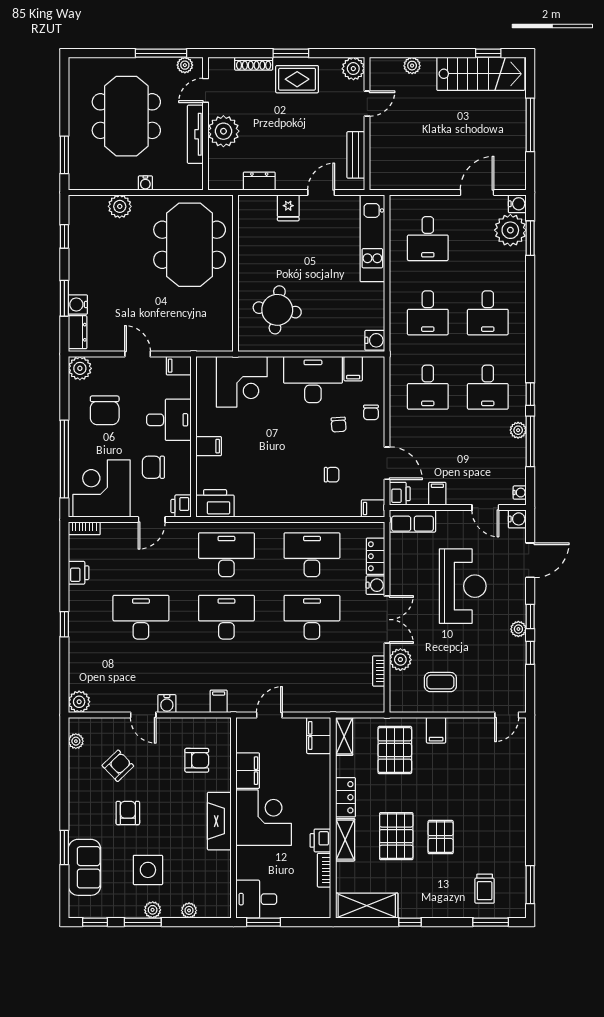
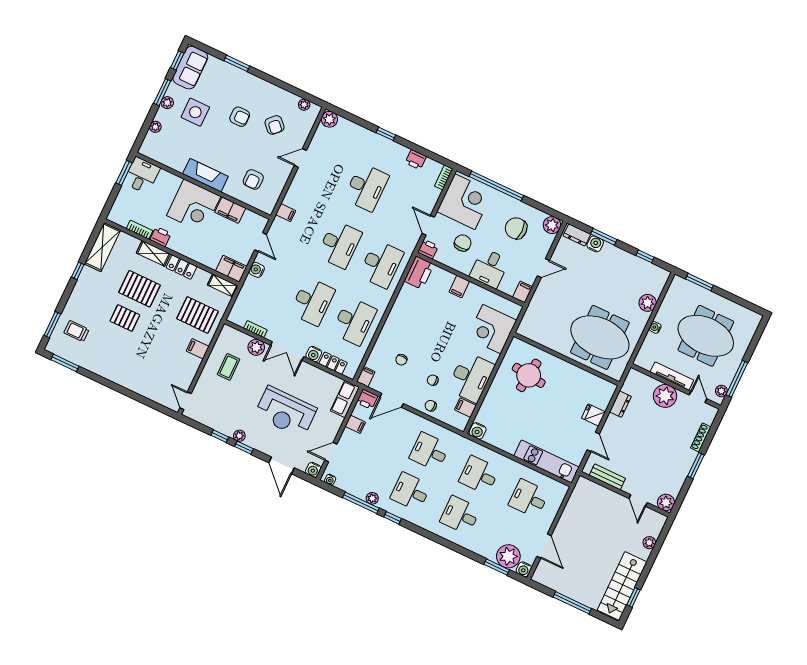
rug: (297, 79) -> (677, 462), removed
water cooler: (167, 704) -> (257, 270), moved
sofa: (84, 867) -> (190, 68), moved, turned -90

